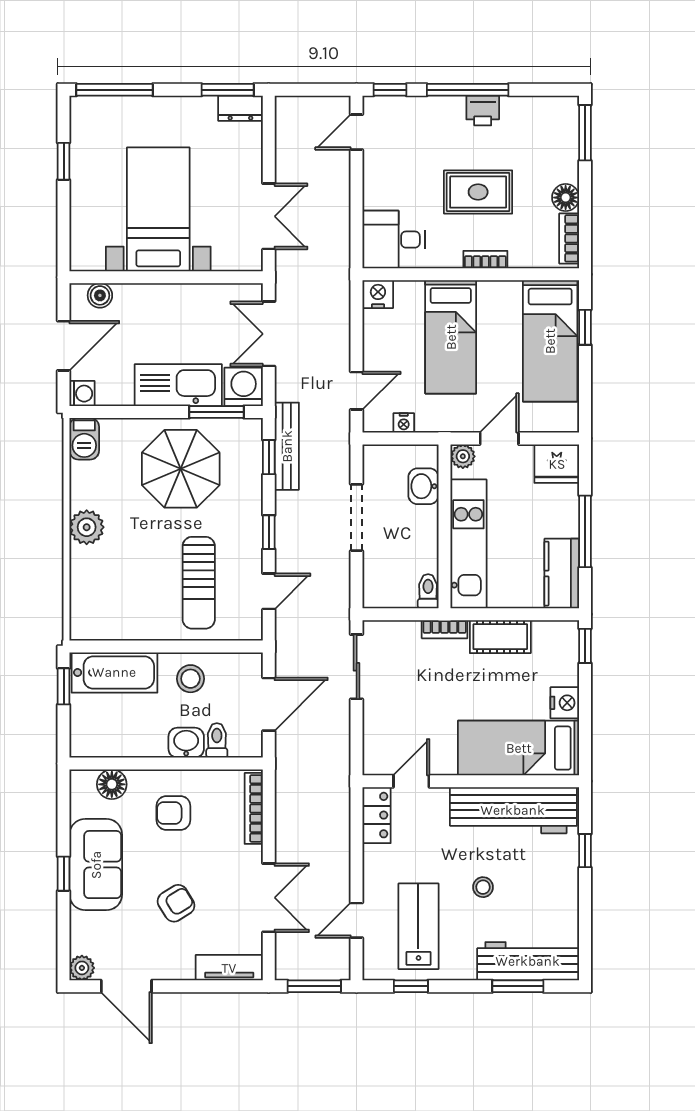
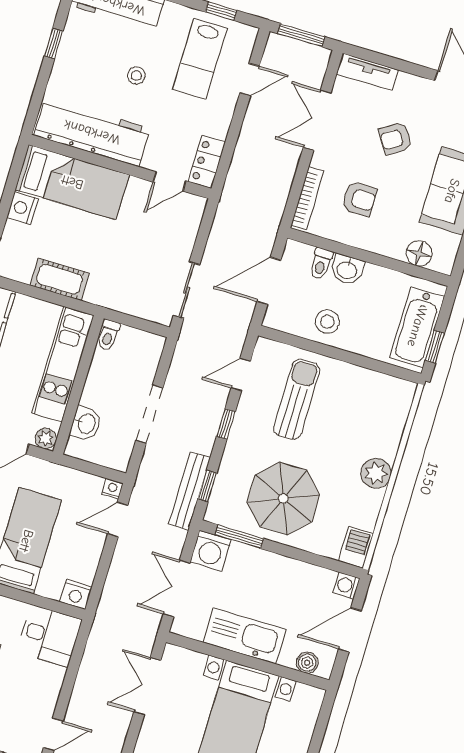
double door: (269, 334) -> (177, 589), swing flipped
kitchen sink: (178, 385) -> (245, 636), moved, turned 180
nightstand: (404, 423) -> (112, 489), moved
bookcase: (445, 629) -> (104, 299), removed
bathtub: (114, 672) -> (417, 327), moved, turned -90
armchair: (173, 813) -> (359, 199), moved
window: (585, 851) -> (54, 44), moved

